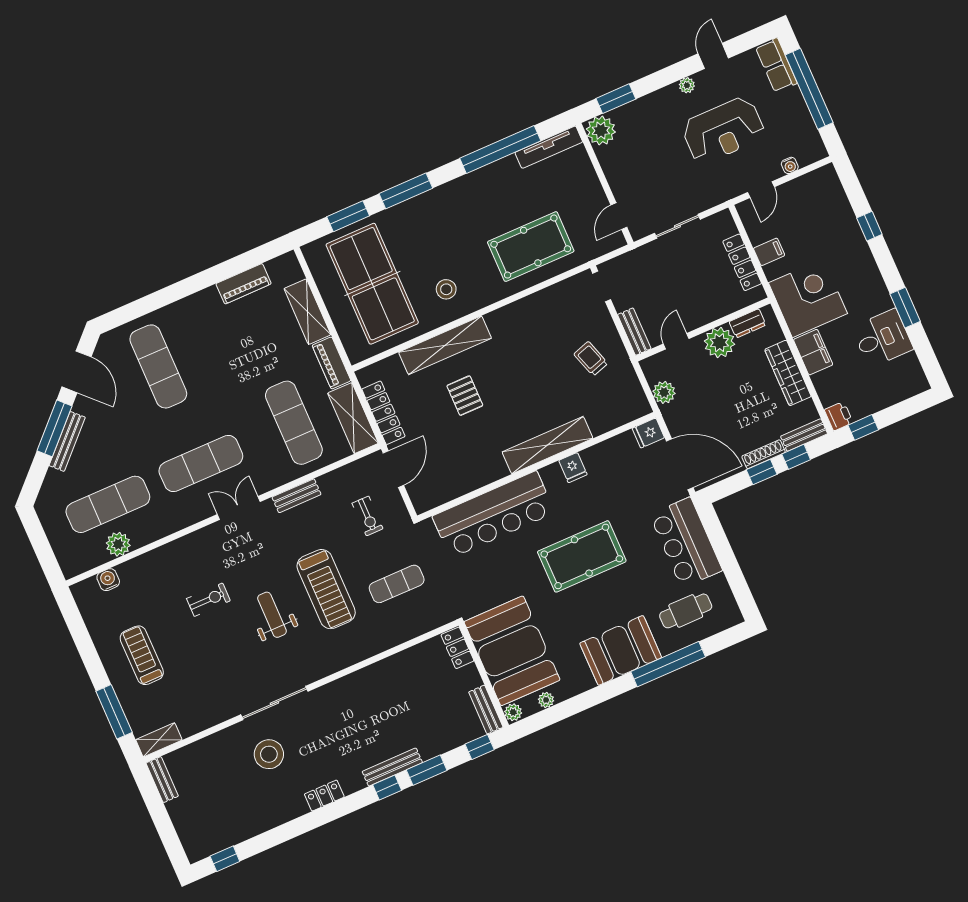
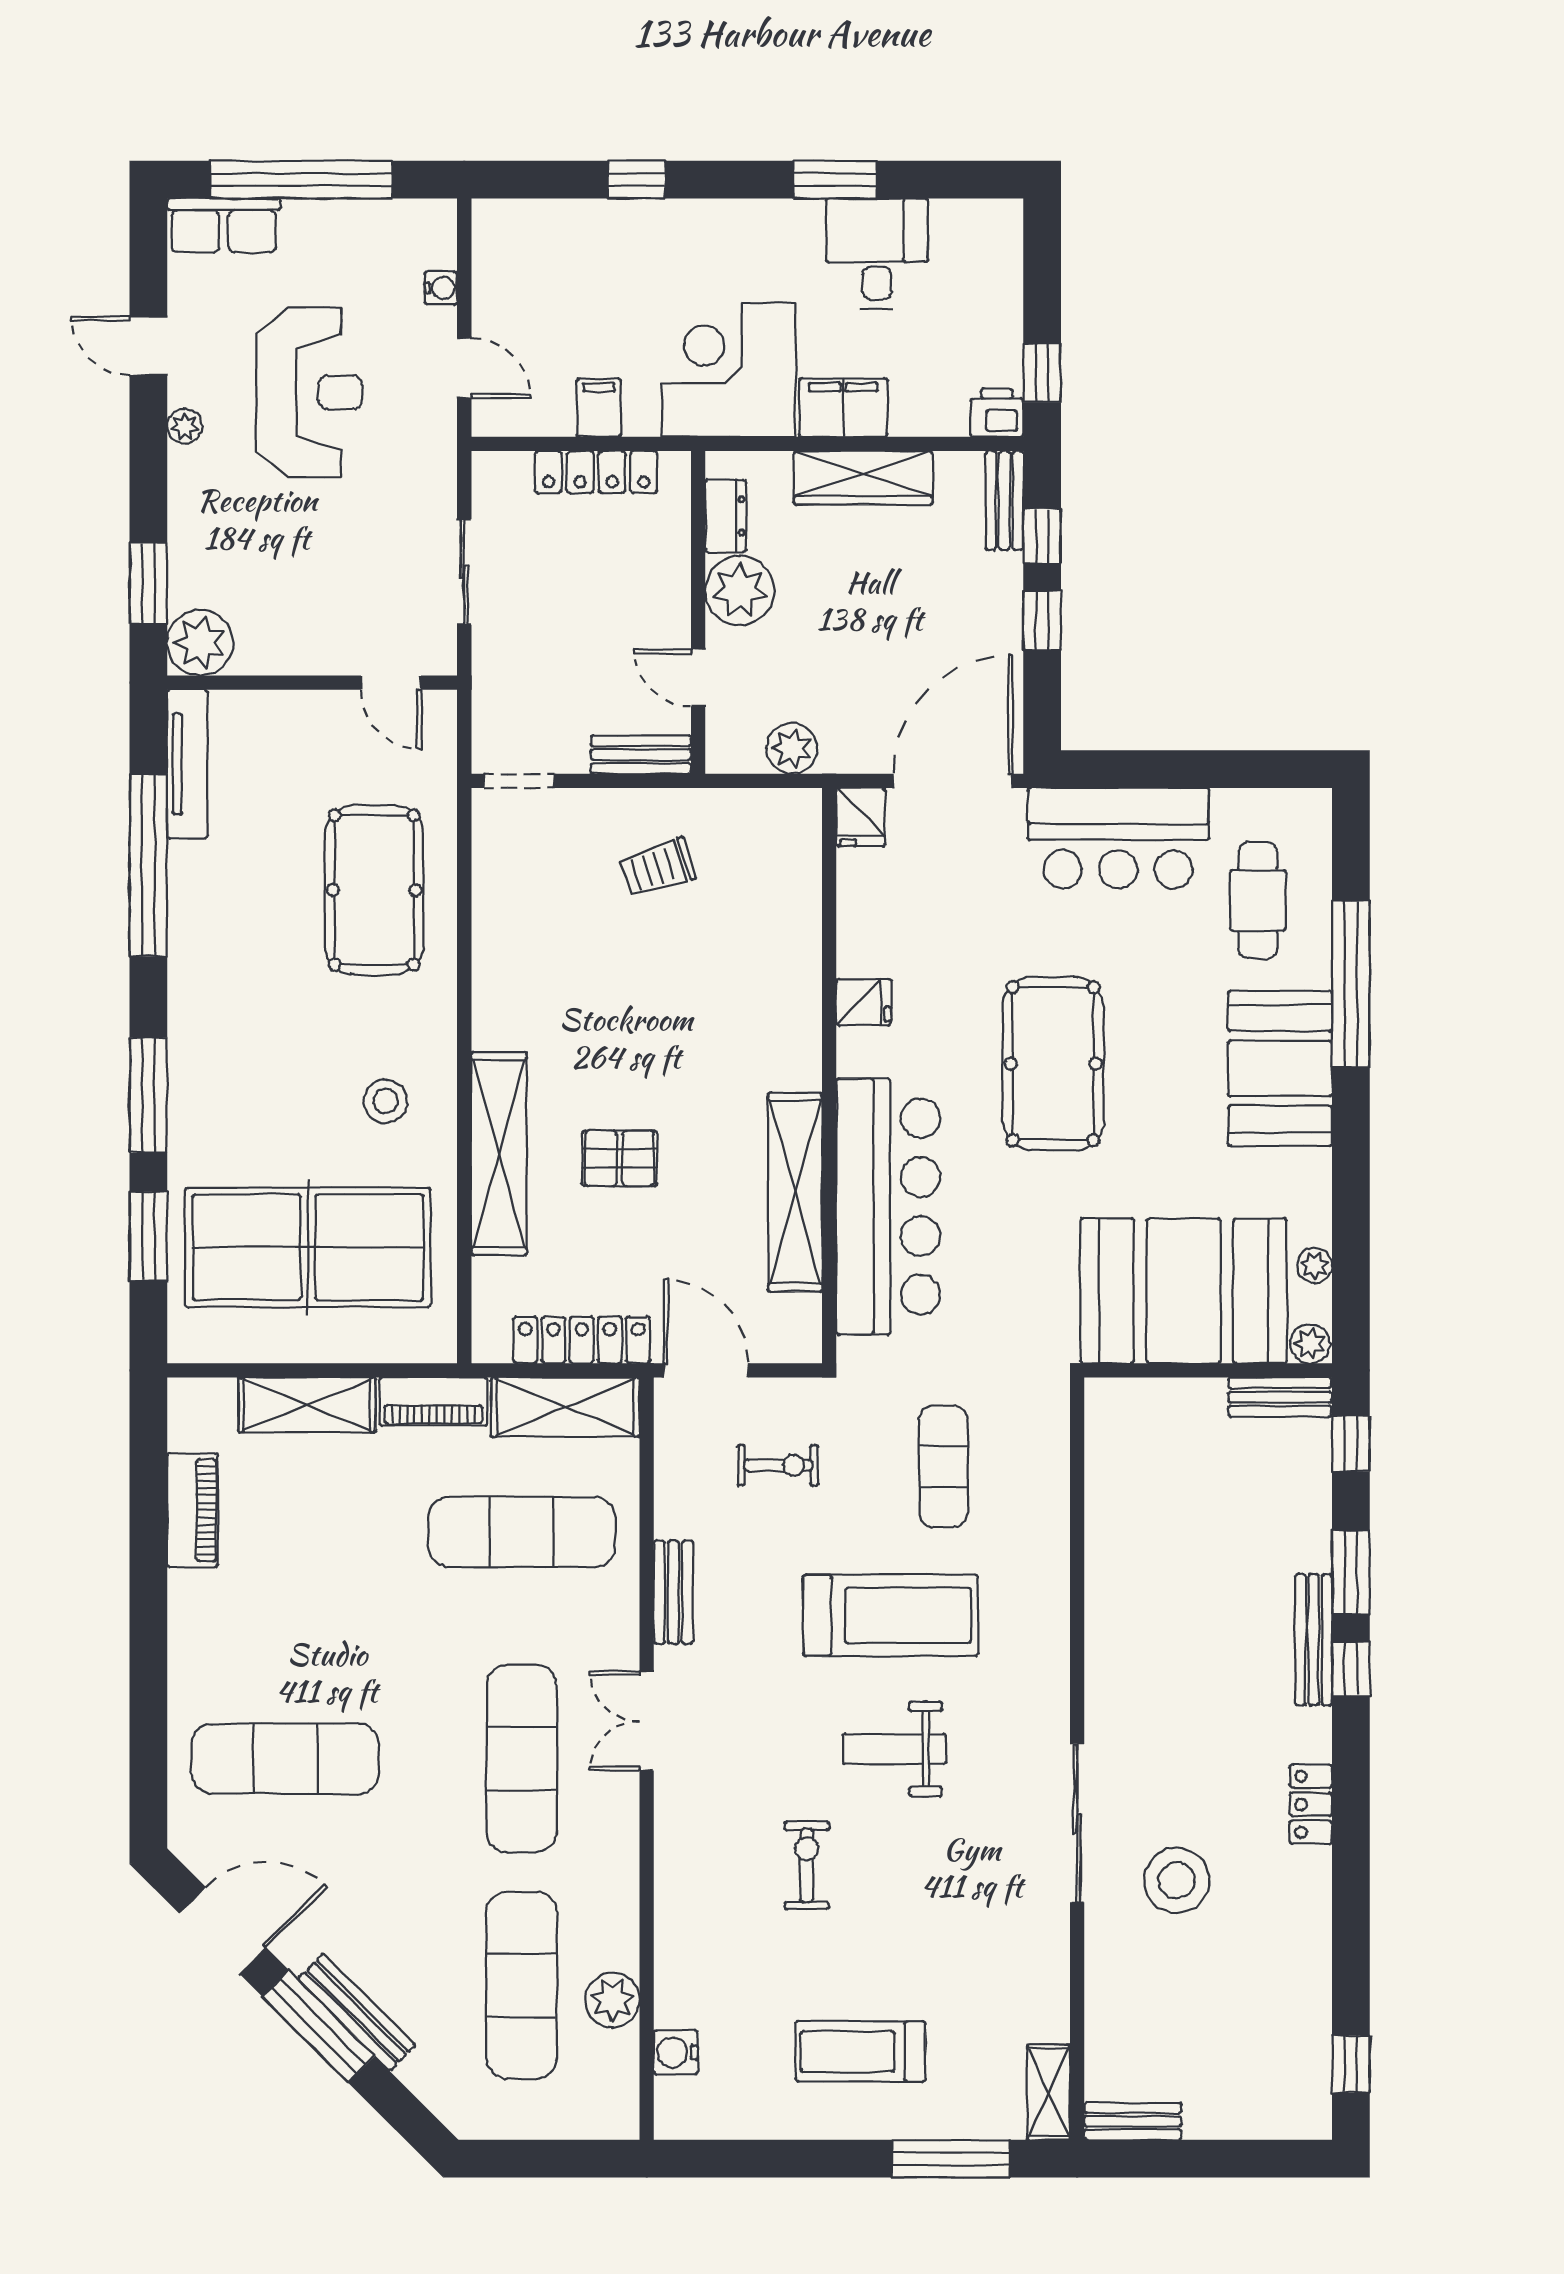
shelving: (547, 445) -> (795, 1192), moved
shoe rack: (764, 454) -> (1007, 601), removed
locker: (457, 648) -> (1128, 1400), removed

